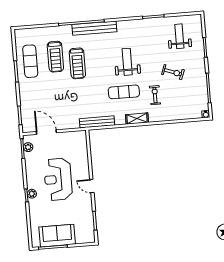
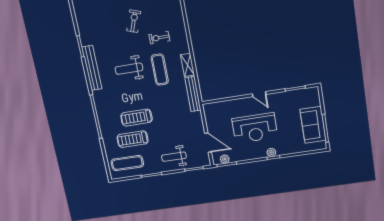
bench: (94, 28) -> (92, 68), moved
weight bench: (179, 36) -> (174, 157), moved
treadmill: (55, 57) -> (133, 139), turned 180
exercise mat: (30, 61) -> (127, 163), moved
treadmill: (77, 63) -> (137, 118), turned 180
shelving: (137, 119) -> (187, 65), moved
door: (46, 132) -> (208, 143), swing flipped
door: (92, 186) -> (259, 94), hinge flipped

